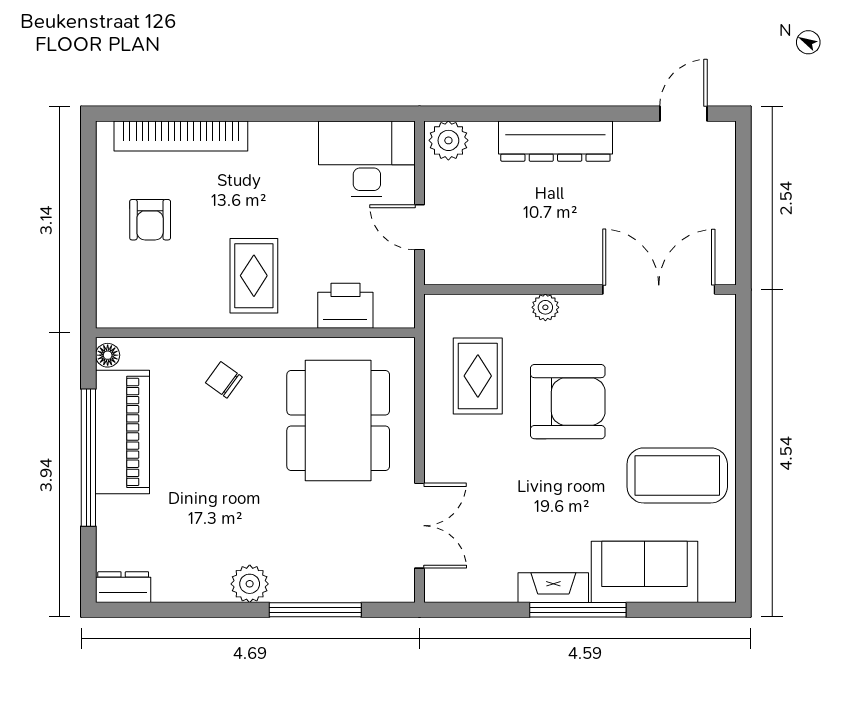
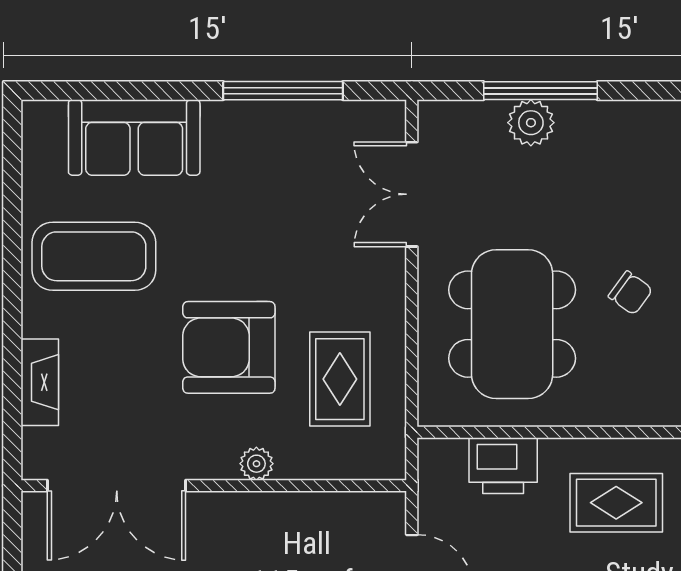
rug: (254, 276) -> (616, 503), turned 90
chair: (224, 380) -> (630, 293), moved
plant: (250, 584) -> (531, 123), moved
fireplace: (553, 588) -> (40, 382), moved, turned -90
window: (578, 610) -> (283, 91), moved

